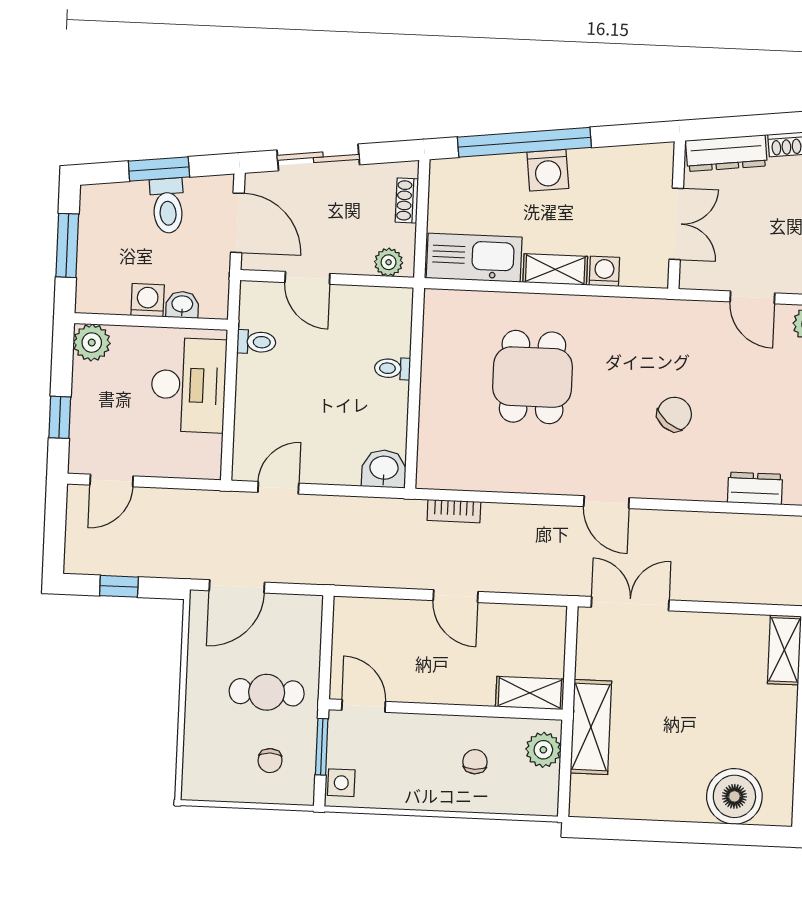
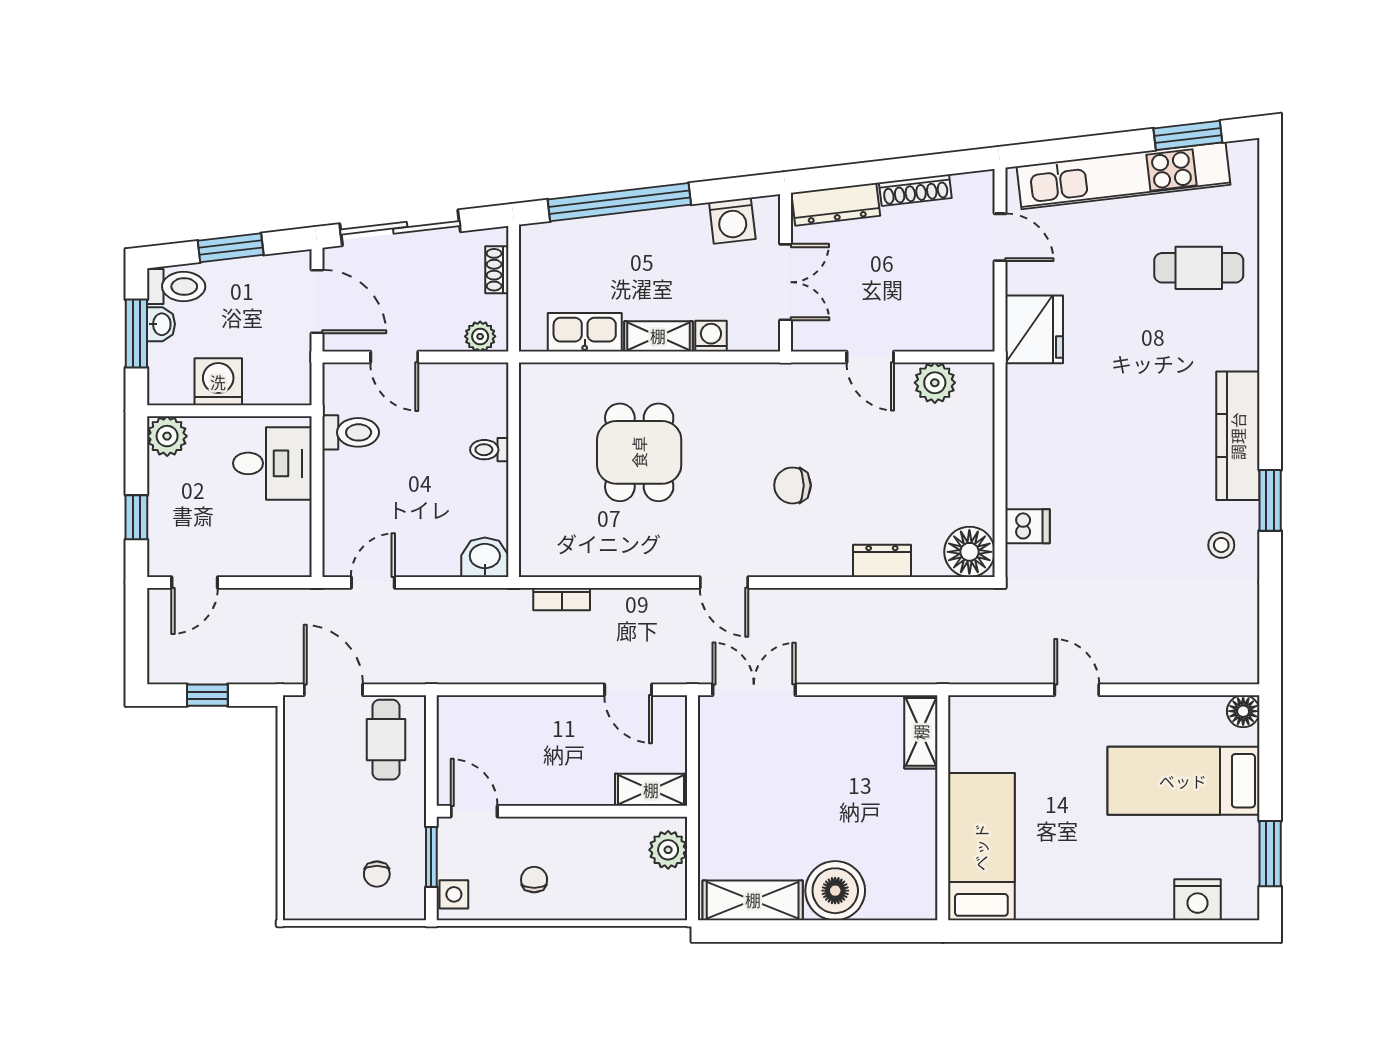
sliding door: (318, 157) -> (400, 228), width x1.37
washing machine: (548, 170) -> (732, 221), moved
toilet: (168, 206) -> (176, 287), moved, turned -83
kitchen sink: (474, 258) -> (585, 332), width x0.73, depth x0.81
washing machine: (148, 300) -> (218, 382), width x1.38, depth x1.38
washbasin: (182, 305) -> (161, 324), moved, turned 90
toilet: (256, 342) -> (351, 432), width x1.37, depth x1.39
desk: (189, 385) -> (272, 463), width x0.73
chair: (674, 414) -> (792, 485), turned -129
door: (237, 586) -> (333, 690), swing flipped
door: (456, 596) -> (628, 690), moved
cafe table: (267, 692) -> (386, 740), moved, turned 90
shelving: (591, 727) -> (753, 900), moved, turned 90
chair: (475, 762) -> (534, 880), moved
boiler: (734, 796) -> (835, 891), moved

